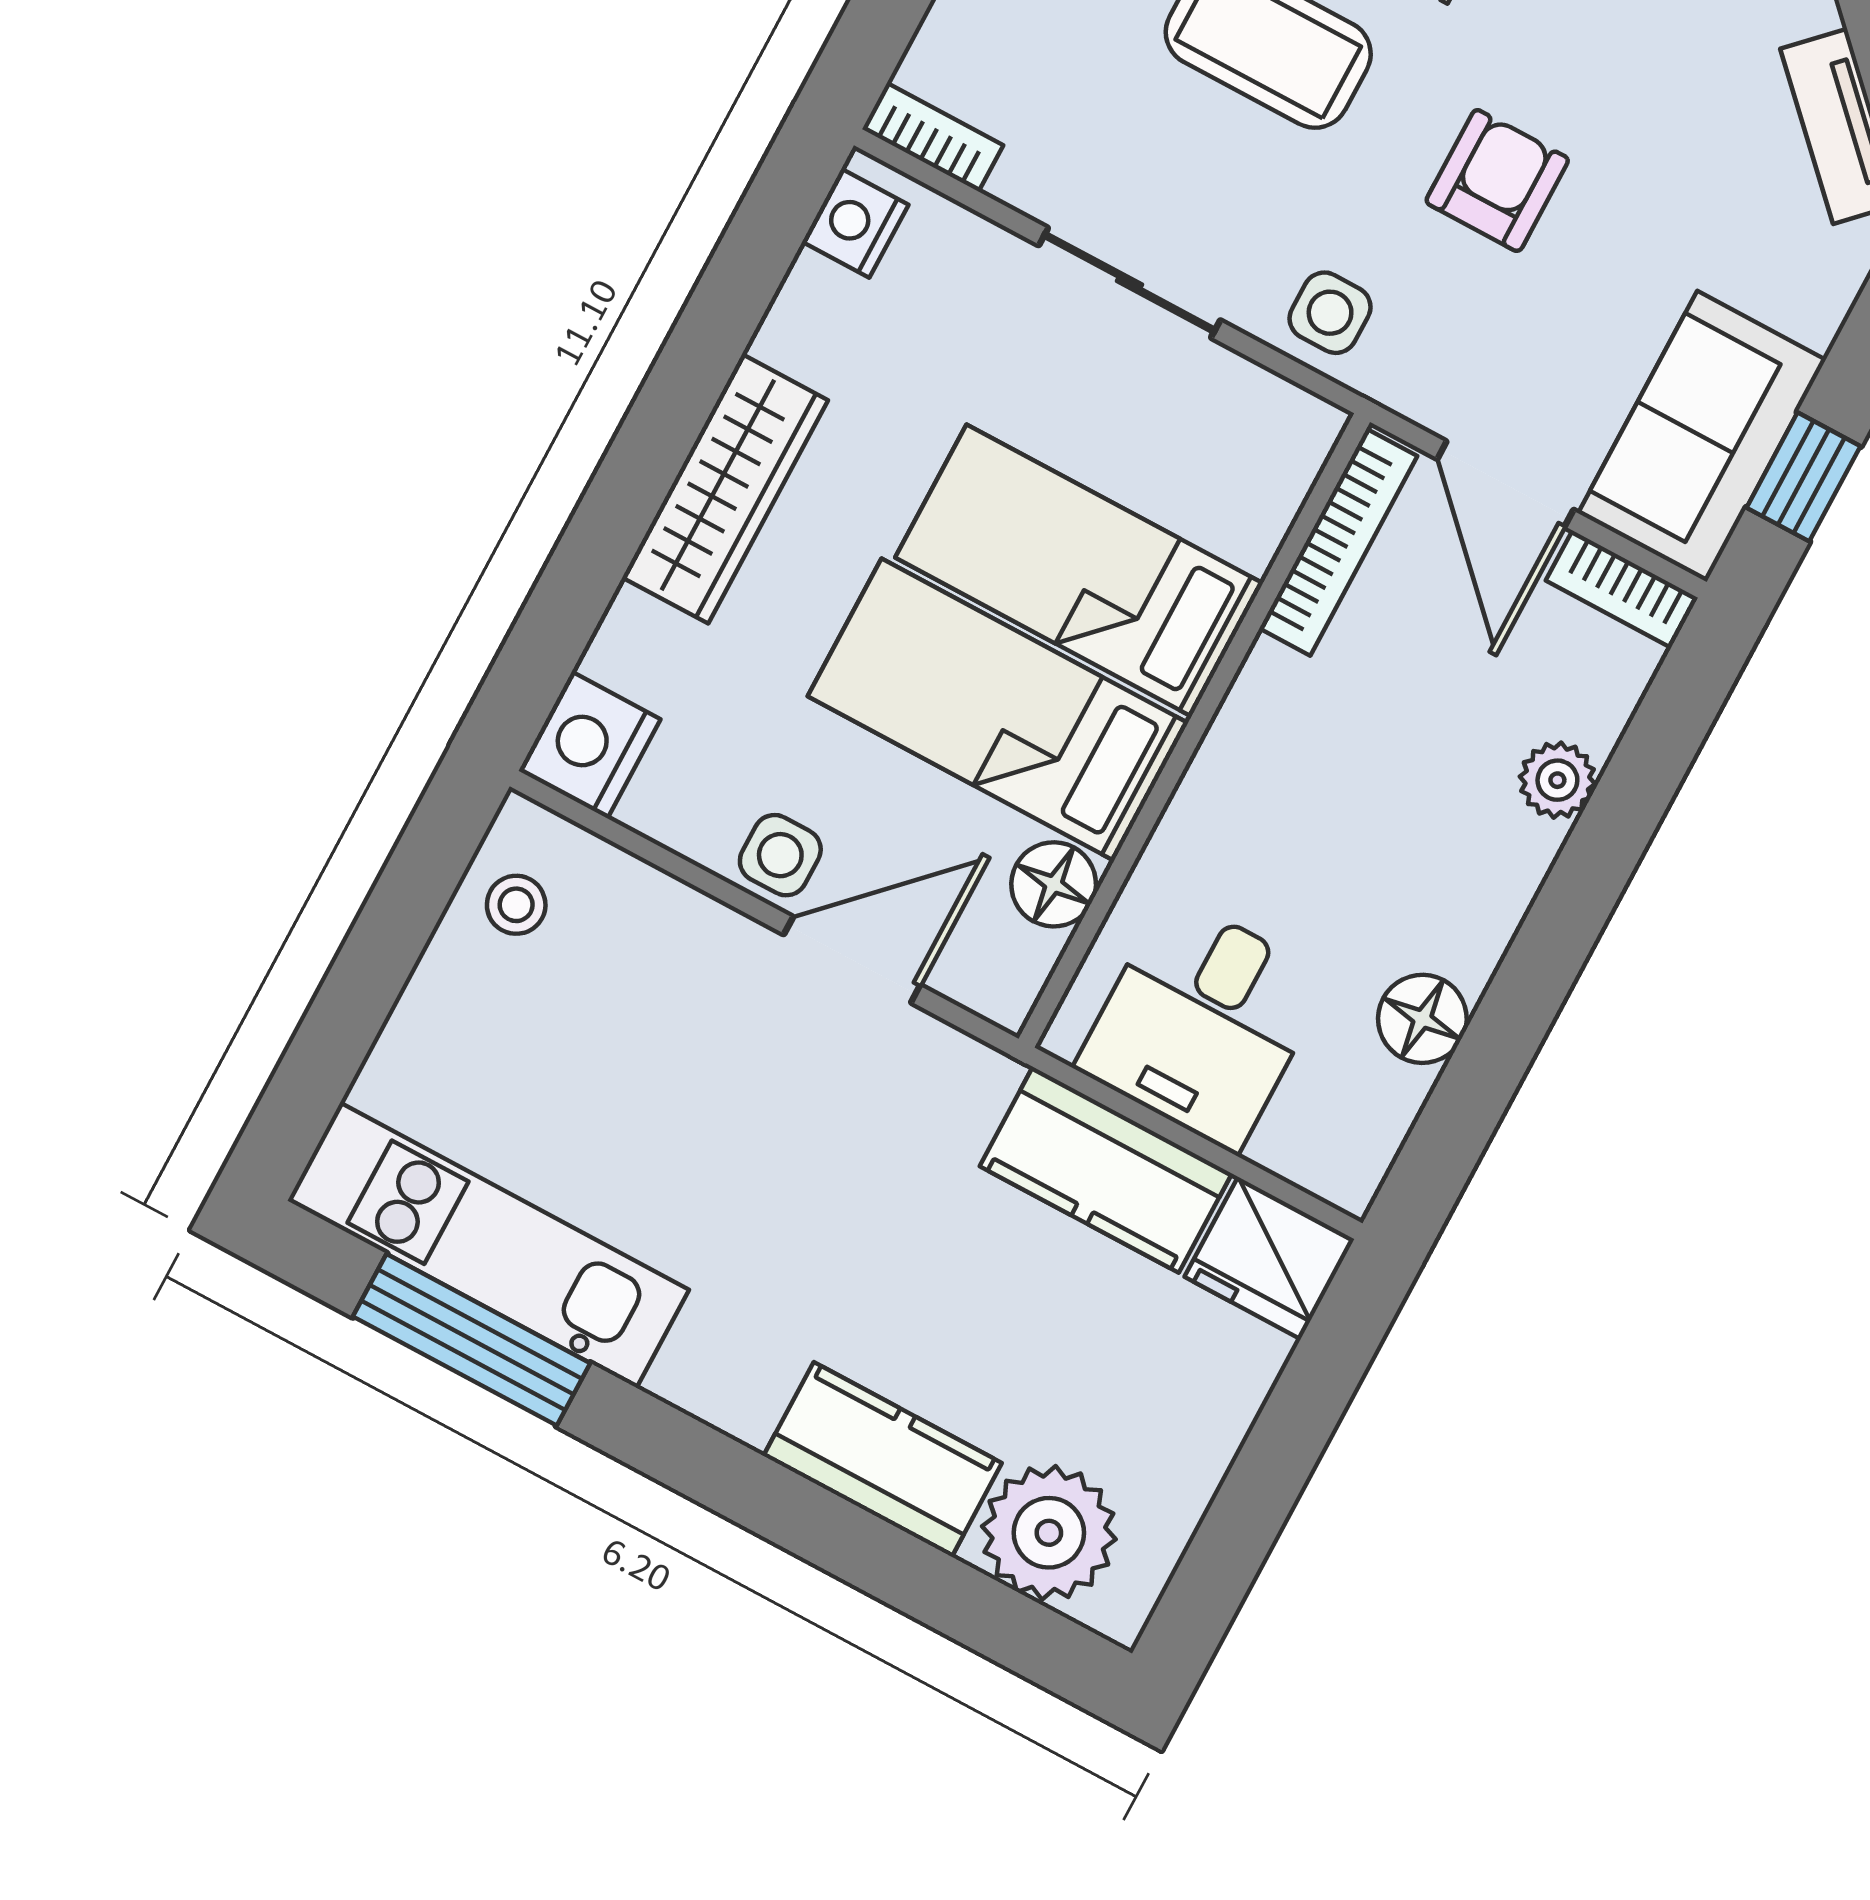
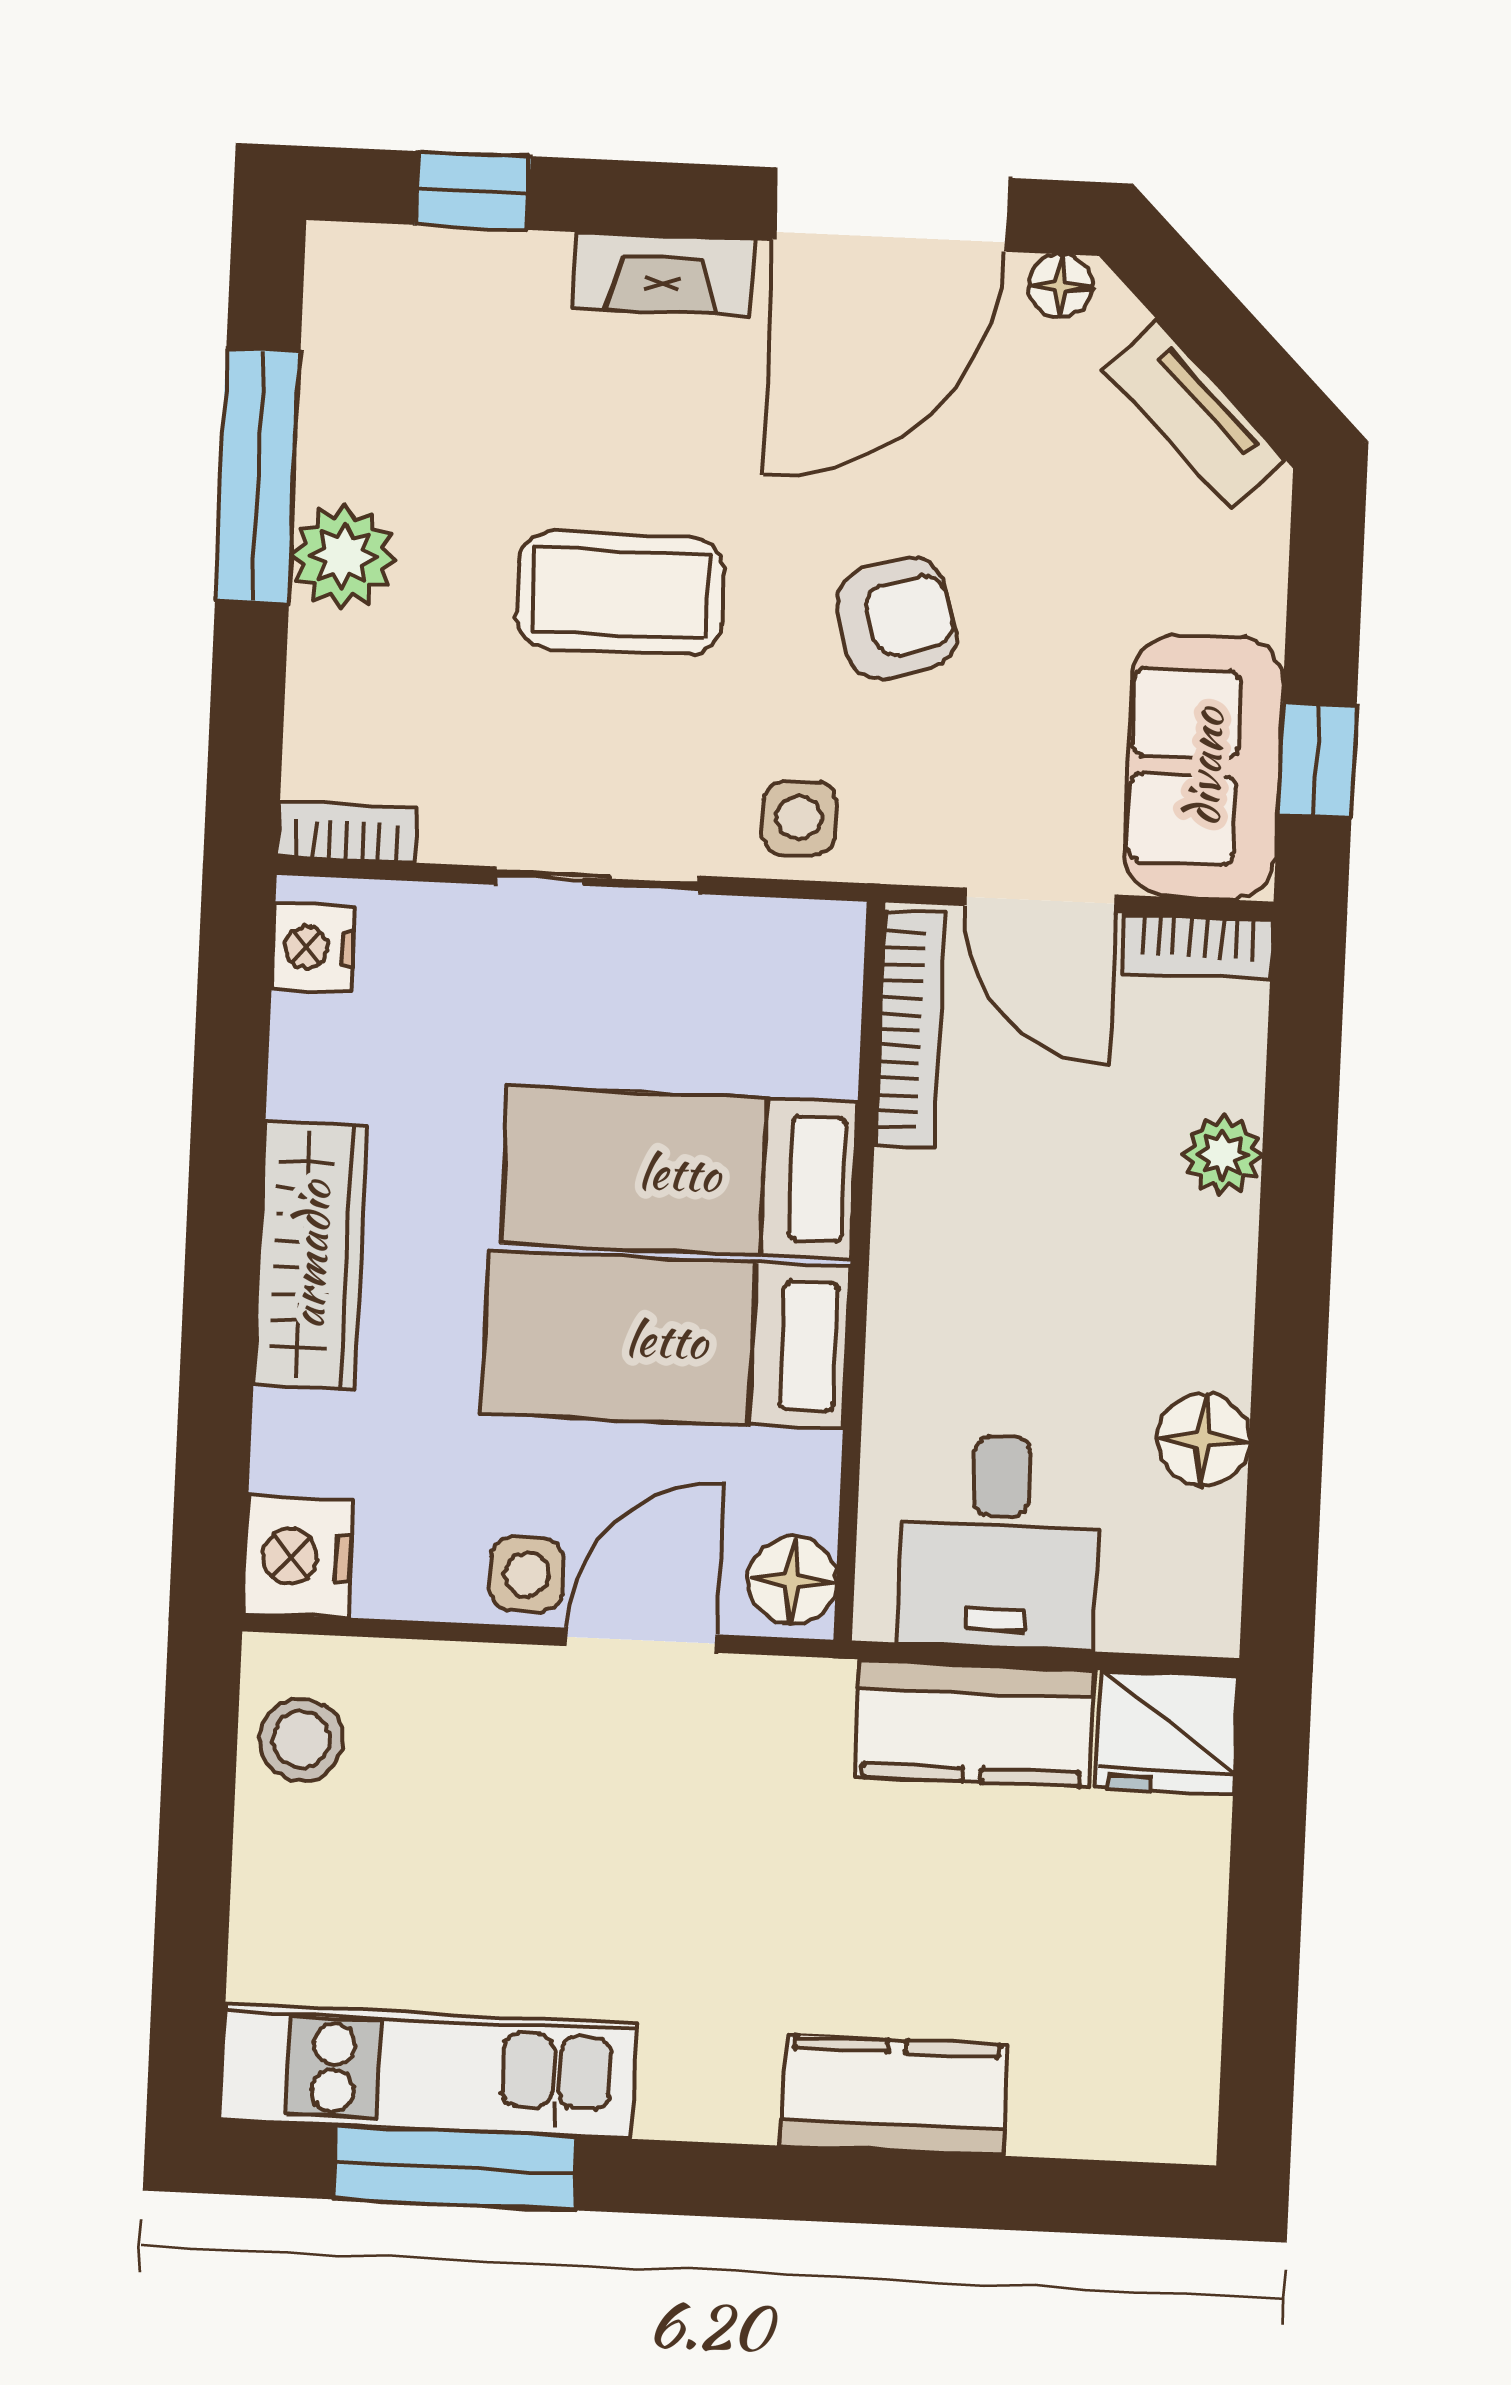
armchair: (1497, 181) -> (896, 619), turned 73
floor lamp: (1054, 884) -> (792, 1580), moved
stool: (516, 905) -> (301, 1740), width x1.37, depth x1.37
plant: (1049, 1533) -> (1084, 2089), removed

